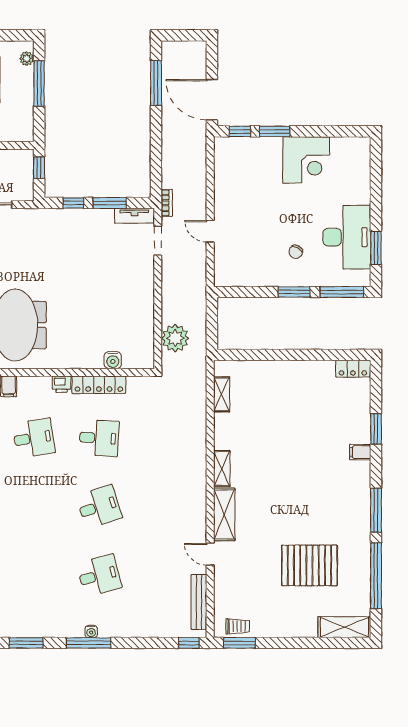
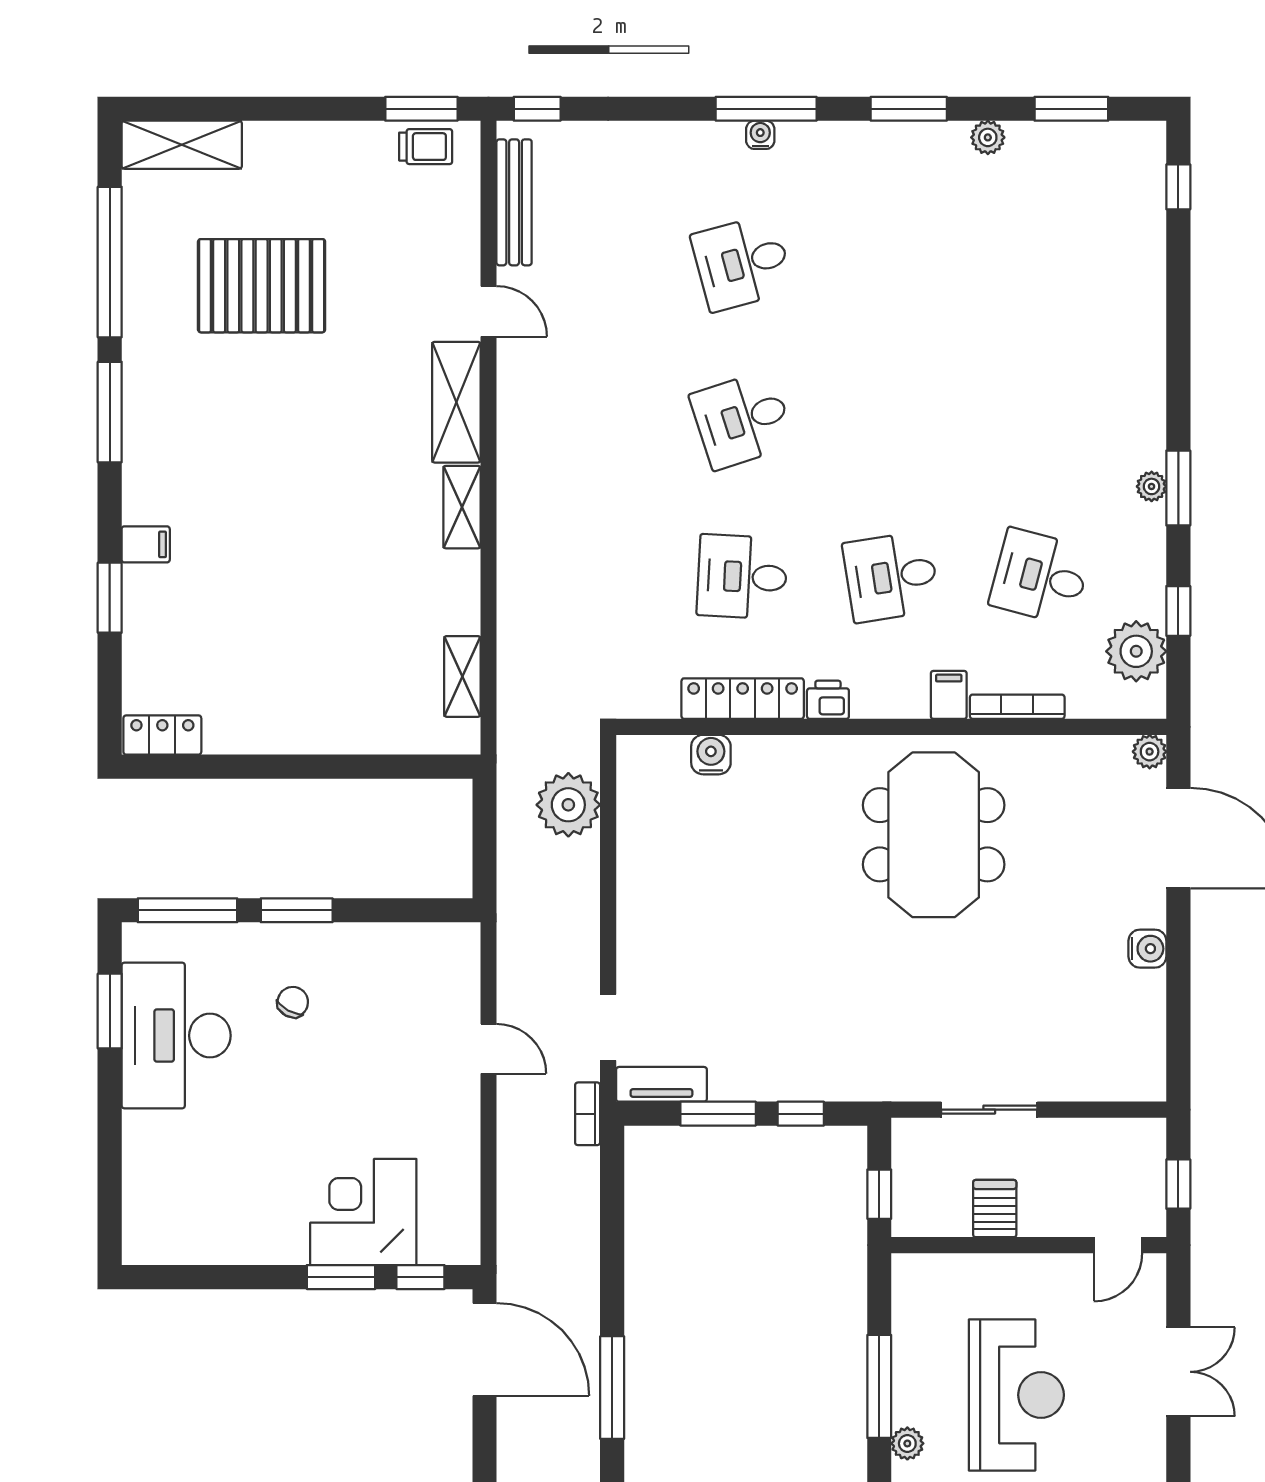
corner desk: (306, 160) -> (363, 1212), moved
trolley: (238, 626) -> (426, 147), turned 180

